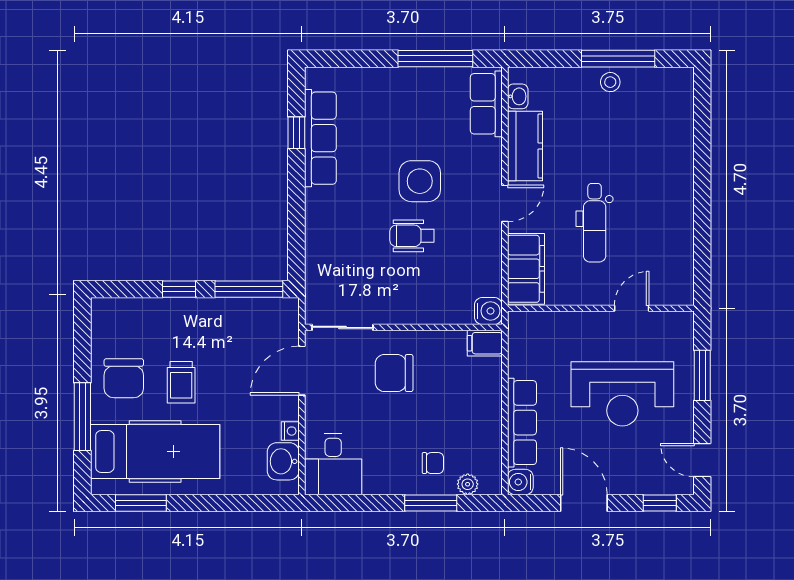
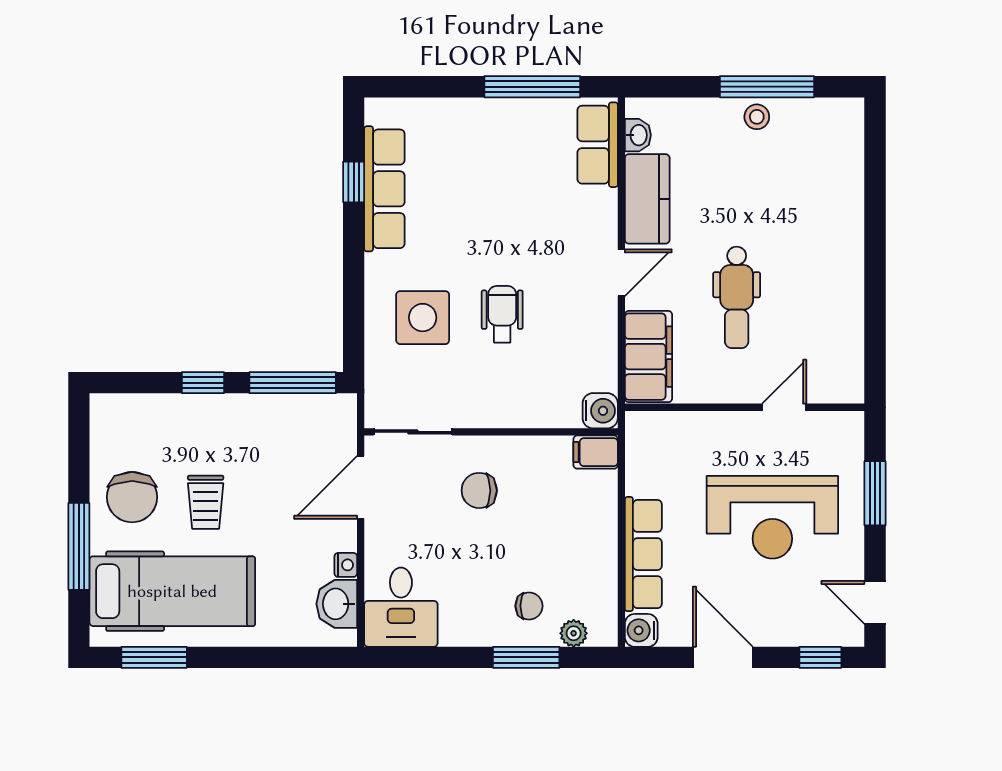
side table: (420, 181) -> (423, 318), moved
wheelchair: (412, 236) -> (502, 314), turned 90
chair: (394, 373) -> (479, 490), width x0.73, depth x0.73

